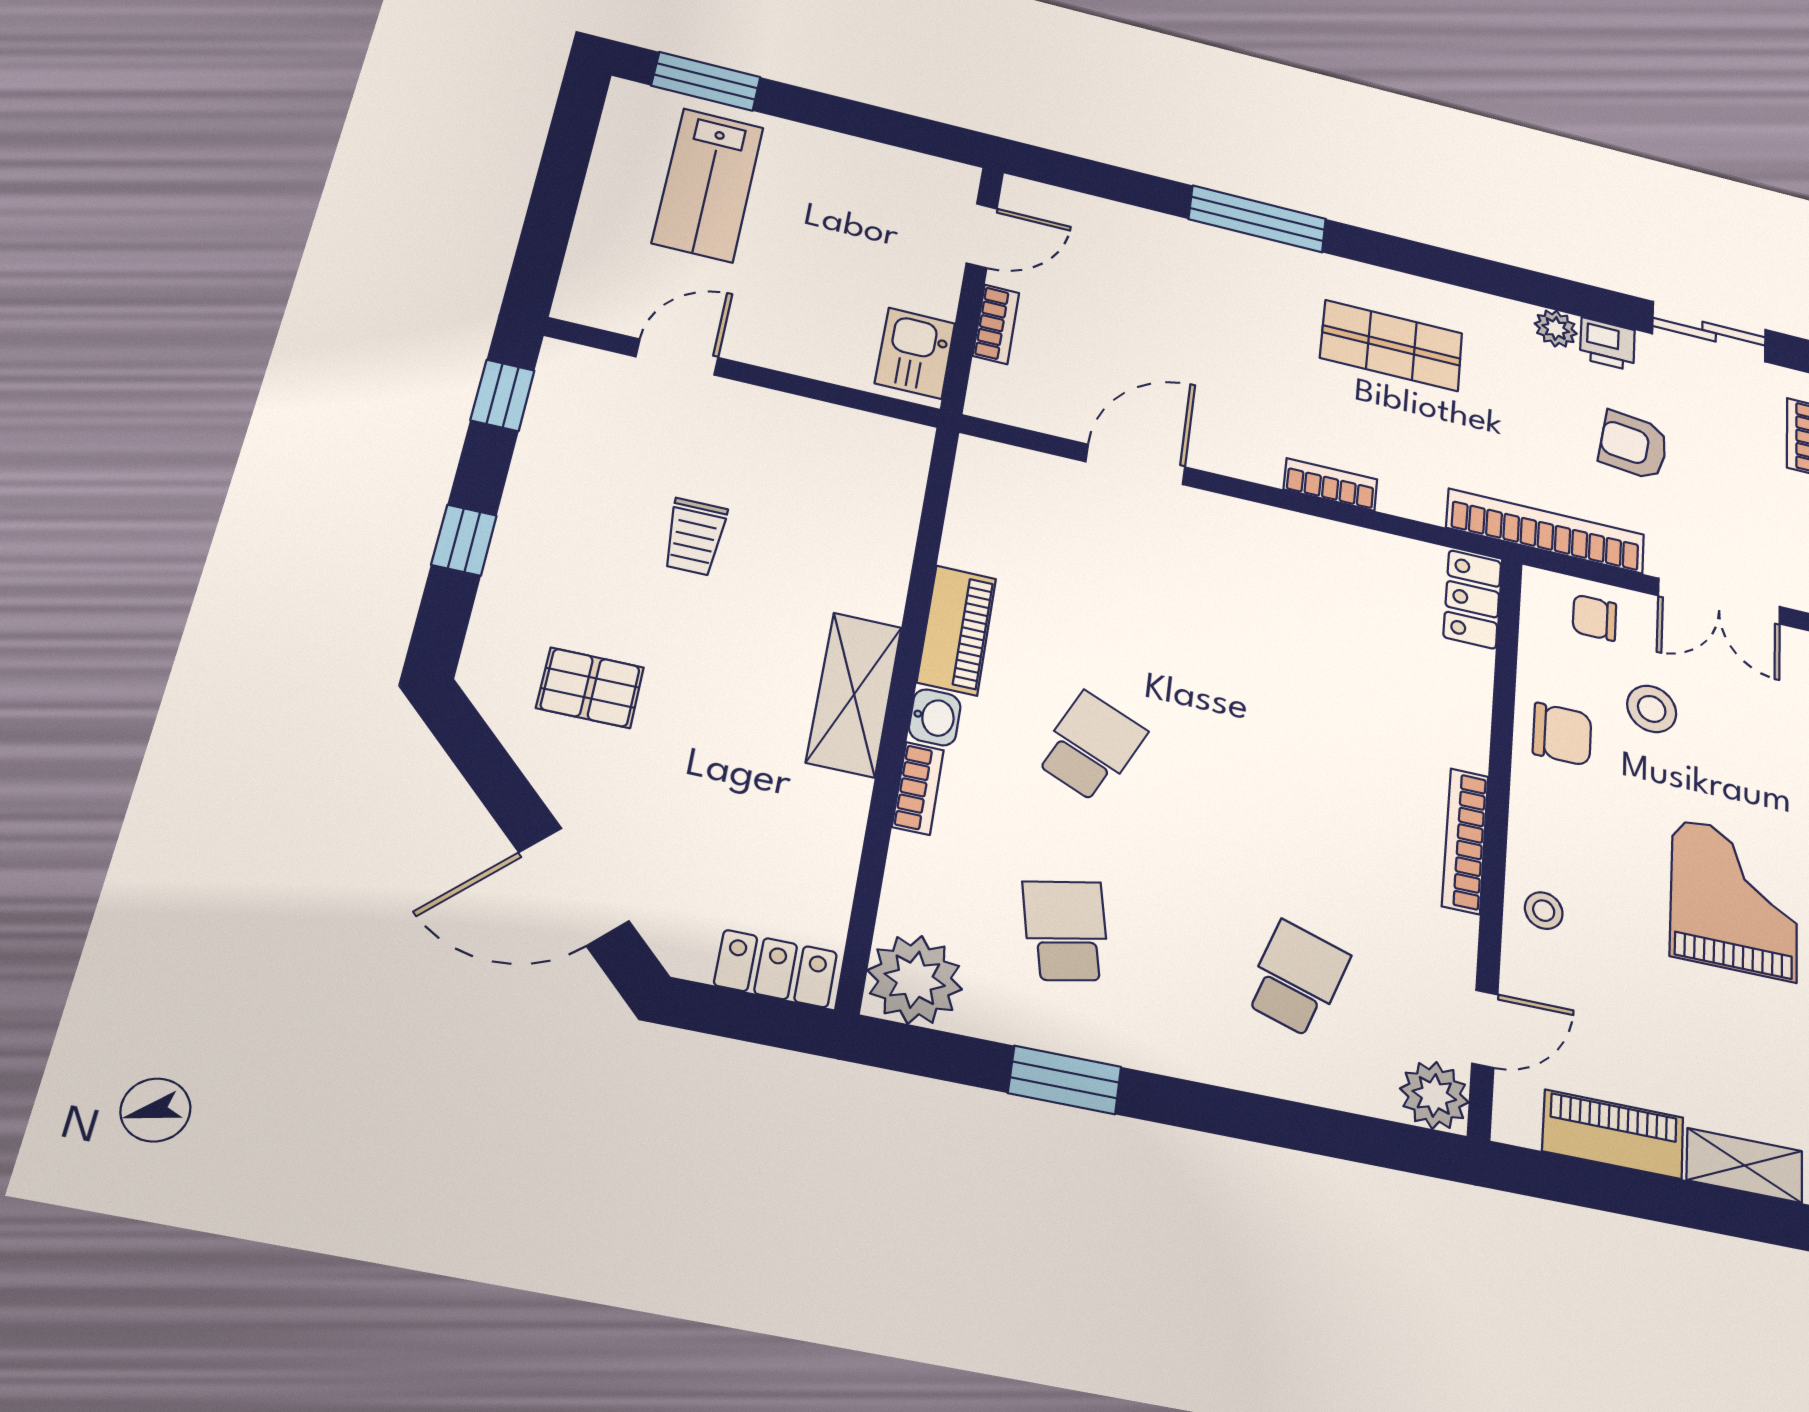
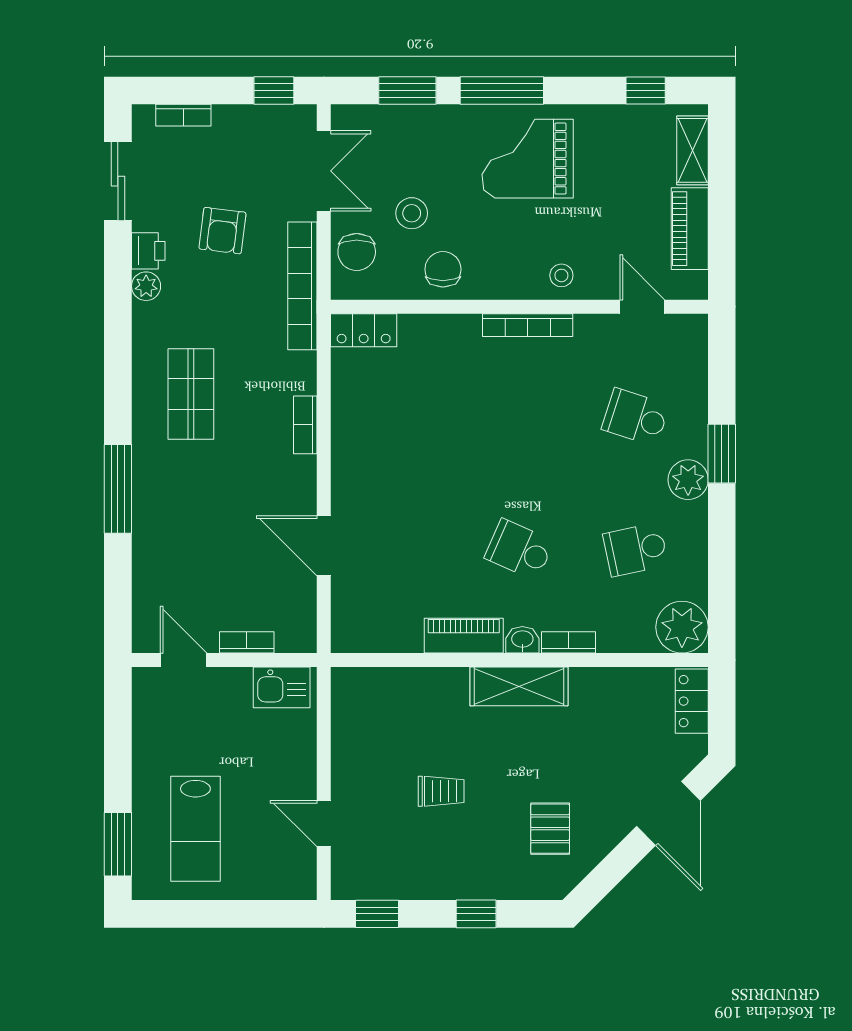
lab bench: (708, 185) -> (195, 829), turned 90
chair: (1594, 618) -> (357, 252), width x1.37, depth x1.37
window: (1065, 1080) -> (722, 454), moved
plant: (1434, 1095) -> (688, 480), moved

